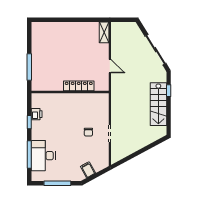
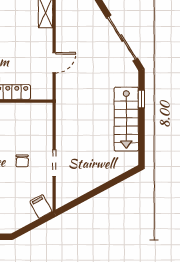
door: (110, 66) -> (54, 63), hinge flipped
filing cabinet: (88, 170) -> (41, 206), moved

